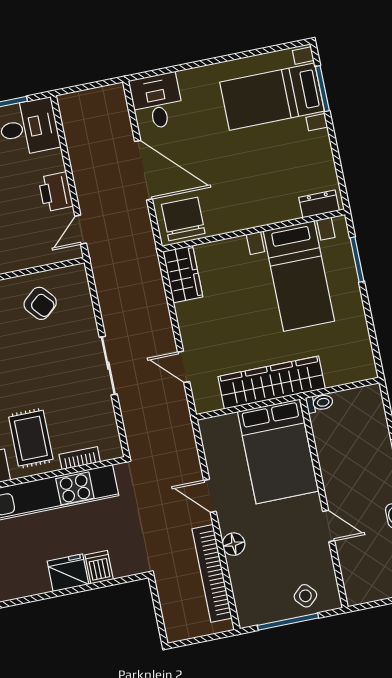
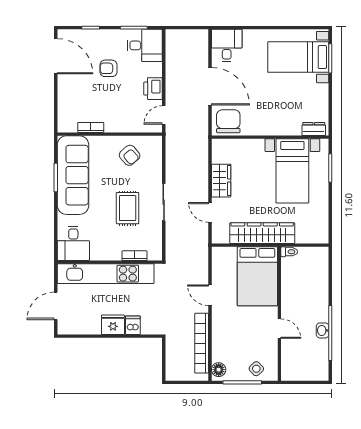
wardrobe: (183, 274) -> (221, 181), moved
rug: (31, 438) -> (128, 208), moved
floor lamp: (234, 544) -> (219, 370), moved

